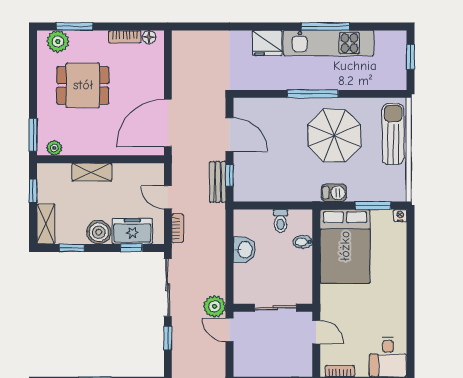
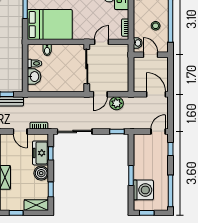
barbecue: (334, 193) -> (17, 31), removed
door: (168, 197) -> (20, 131), hinge flipped
washbasin: (244, 250) -> (34, 77), moved, turned 90
plant: (215, 306) -> (116, 103), moved
sliding door: (275, 308) -> (87, 66), width x1.37
window: (168, 338) -> (117, 131), moved

